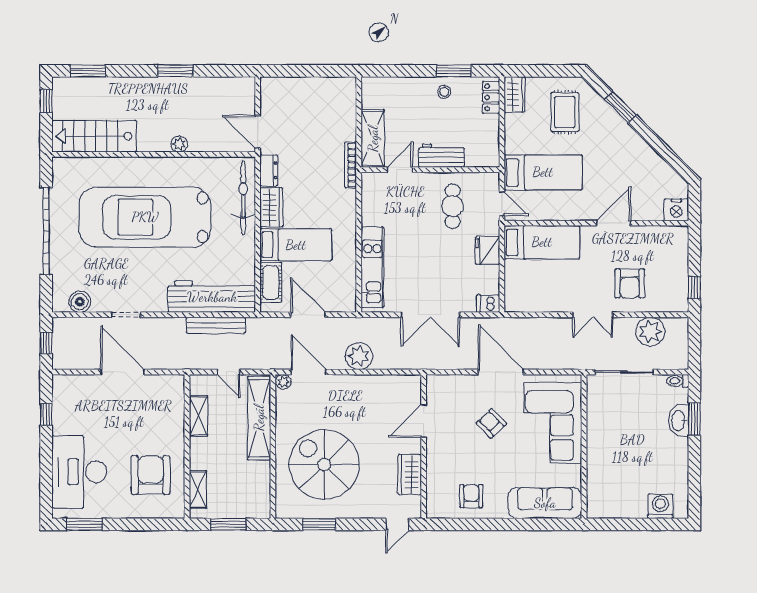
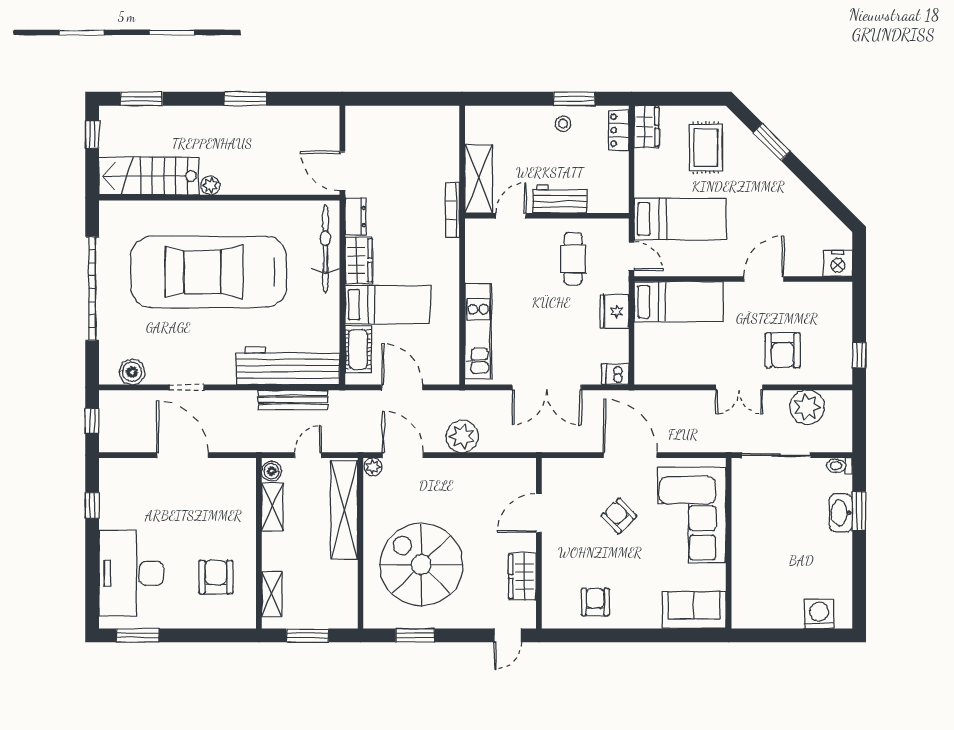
plant: (179, 144) -> (210, 185), moved
door: (228, 372) -> (308, 455), swing flipped
boiler: (198, 386) -> (271, 471), added
armchair: (151, 475) -> (216, 577), width x0.73, depth x0.73
sofa: (545, 503) -> (694, 610), width x0.73

